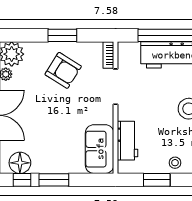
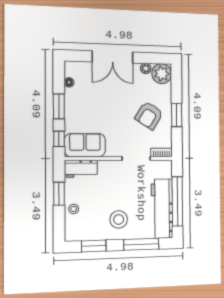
workbench: (128, 141) -> (81, 169), moved
floor lamp: (20, 163) -> (69, 82), width x0.53, depth x0.53
window: (22, 180) -> (59, 139), moved

